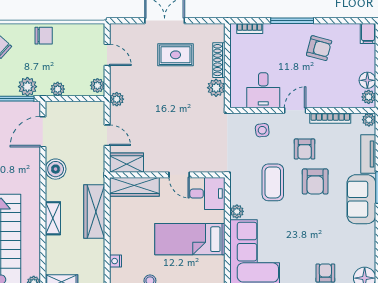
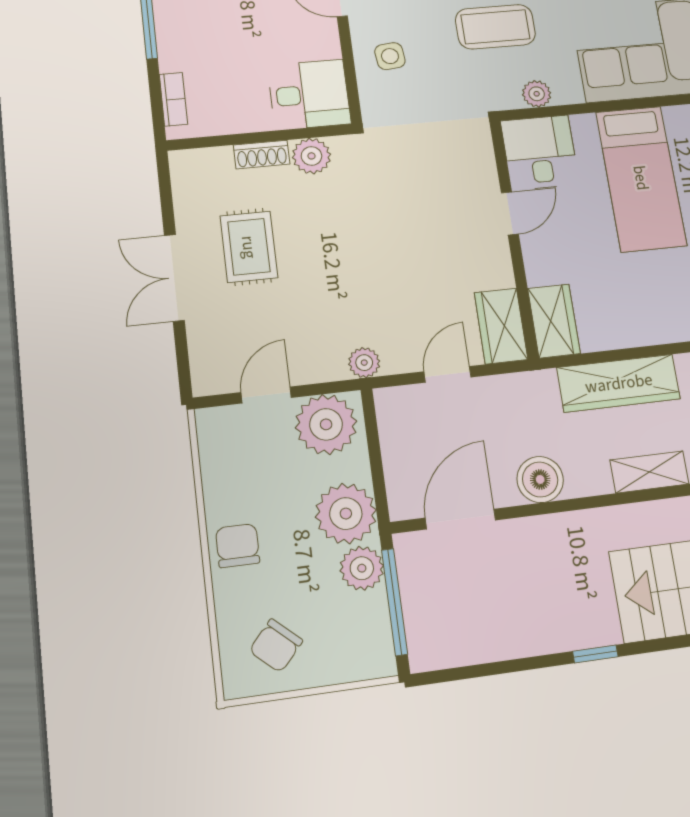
shoe rack: (219, 60) -> (262, 154), width x0.70
plant: (97, 85) -> (326, 424), width x1.88, depth x1.88
plant: (58, 89) -> (346, 514), width x1.87, depth x1.87
desk: (263, 90) -> (309, 95), moved
door: (43, 132) -> (461, 519), swing flipped
wardrobe: (134, 187) -> (554, 321), width x0.67
plant: (237, 211) -> (537, 94), moved

